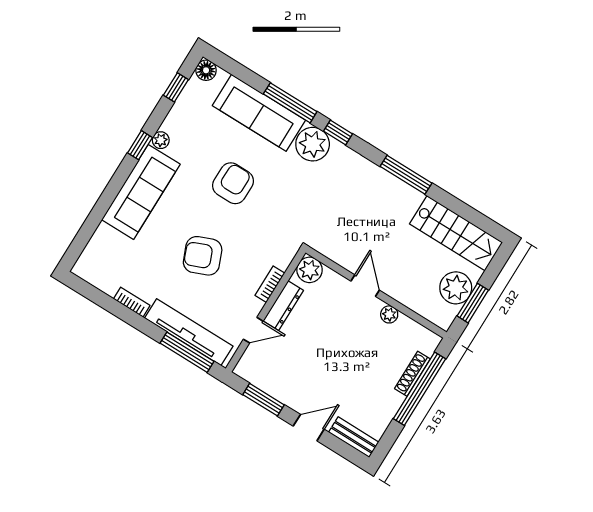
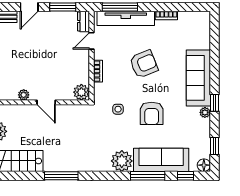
window: (338, 133) -> (185, 176), moved
side table: (275, 217) -> (118, 109), added
dresser: (283, 306) -> (84, 21), moved, width x0.70

